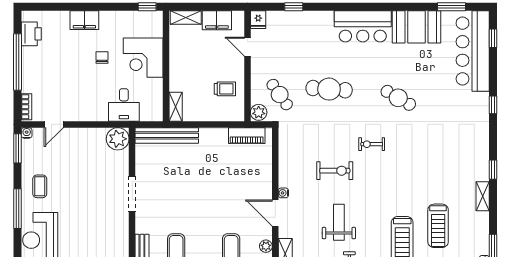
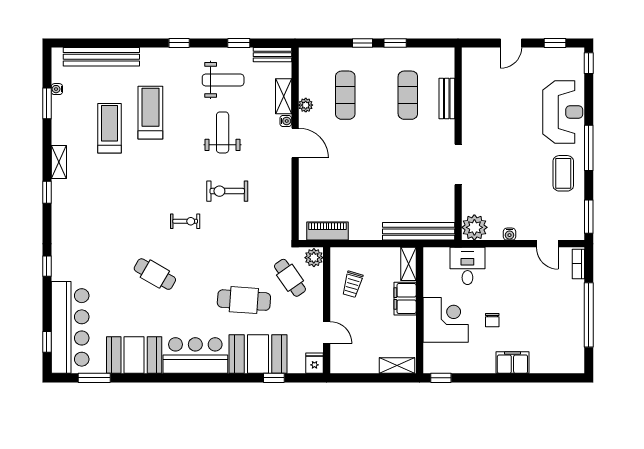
filing cabinet: (217, 20) -> (405, 299), moved, turned -90
booth: (308, 28) -> (258, 354), added
printer: (31, 34) -> (573, 347), removed
trolley: (225, 89) -> (352, 284), turned -74
cafe table: (329, 89) -> (244, 300), moved
door: (54, 124) -> (547, 244), swing flipped
water cooler: (27, 133) -> (510, 234), moved
coffee table: (40, 186) -> (563, 173), width x1.36, depth x1.30
water cooler: (283, 193) -> (286, 121), moved
weight bench: (339, 222) -> (223, 132), turned 180

